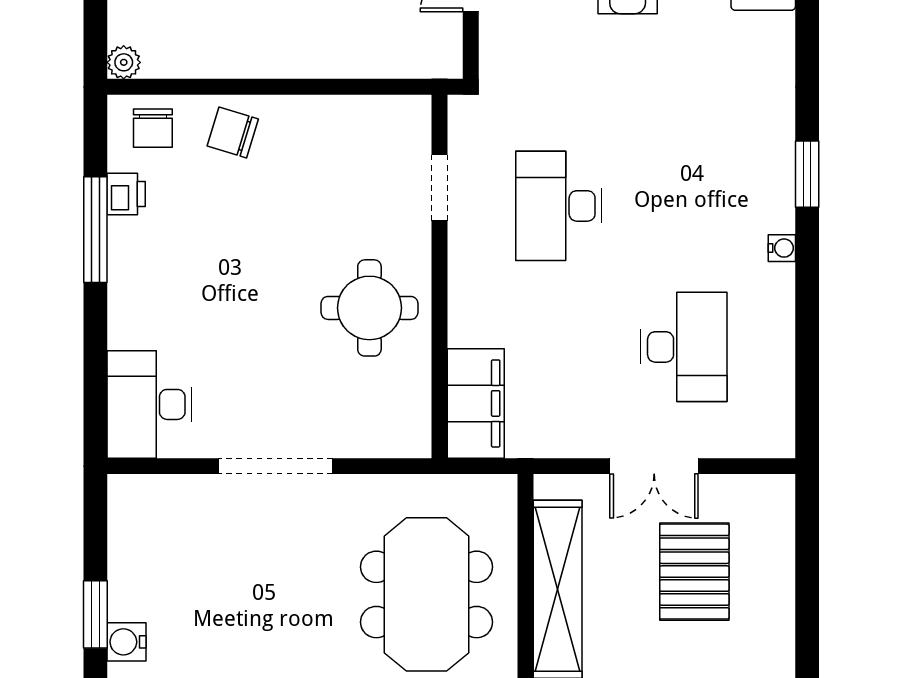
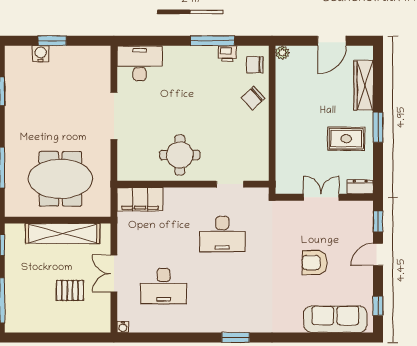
chair: (233, 132) -> (253, 98), turned -150
desk: (559, 206) -> (222, 234), turned 180
water cooler: (782, 248) -> (123, 327), moved
pallet: (694, 572) -> (70, 290), width x0.67, depth x0.71

